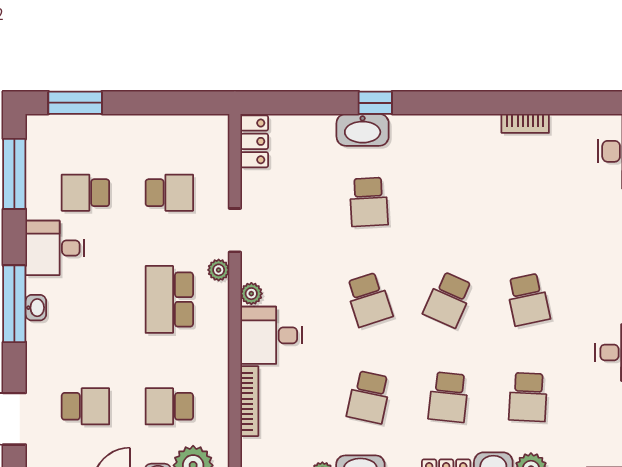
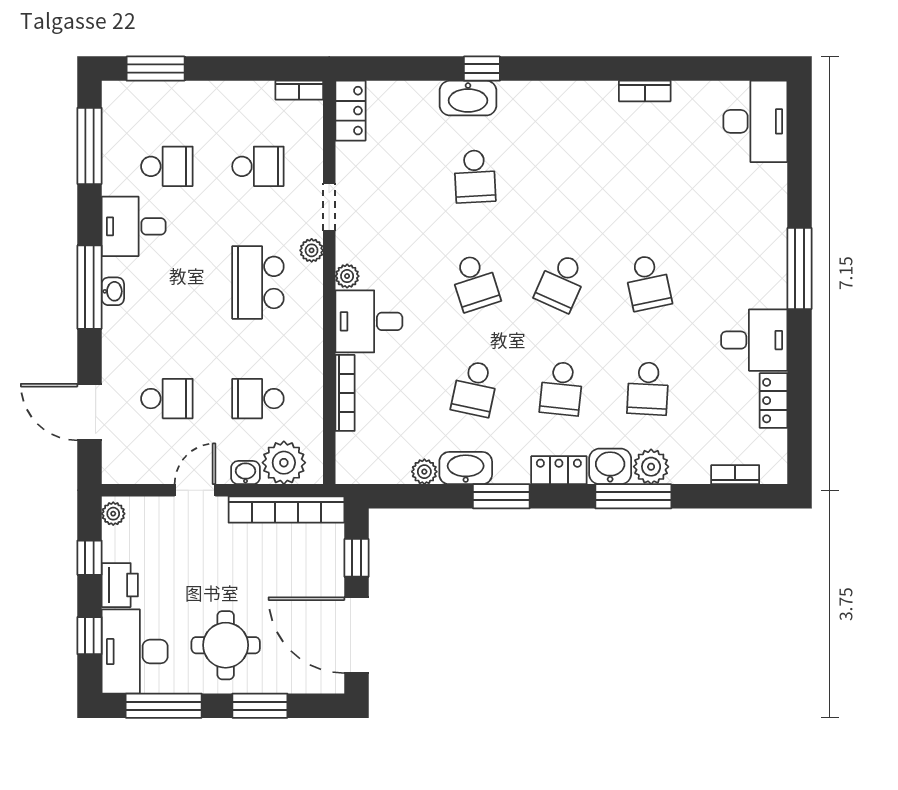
bookcase: (207, 123) -> (299, 90), added
school desk: (85, 193) -> (167, 166), turned 180

